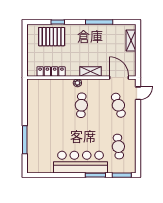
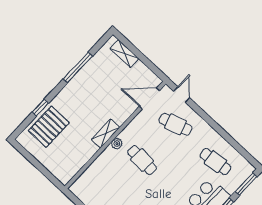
locker: (51, 71) -> (82, 159), removed
shelving: (90, 71) -> (106, 134), moved

